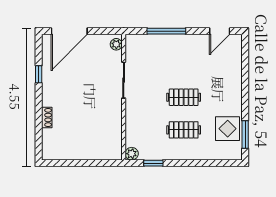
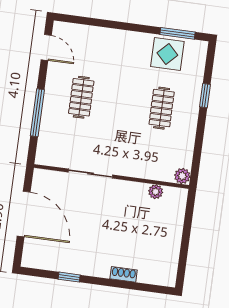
door: (69, 31) -> (24, 214), moved
plant: (116, 44) -> (156, 192), moved
clothes rail: (184, 97) -> (81, 97), moved
window: (153, 163) -> (205, 96), moved

